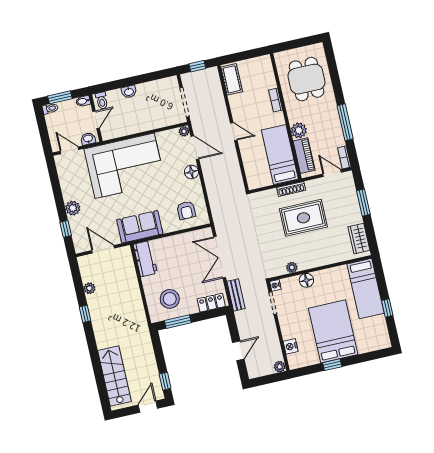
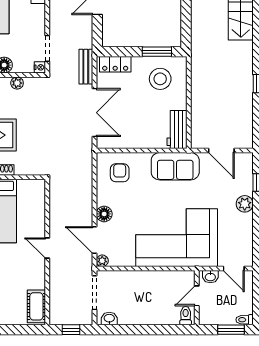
washbasin: (129, 92) -> (109, 319), moved
bidet: (83, 101) -> (206, 320), removed
plant: (89, 288) -> (247, 111), removed

